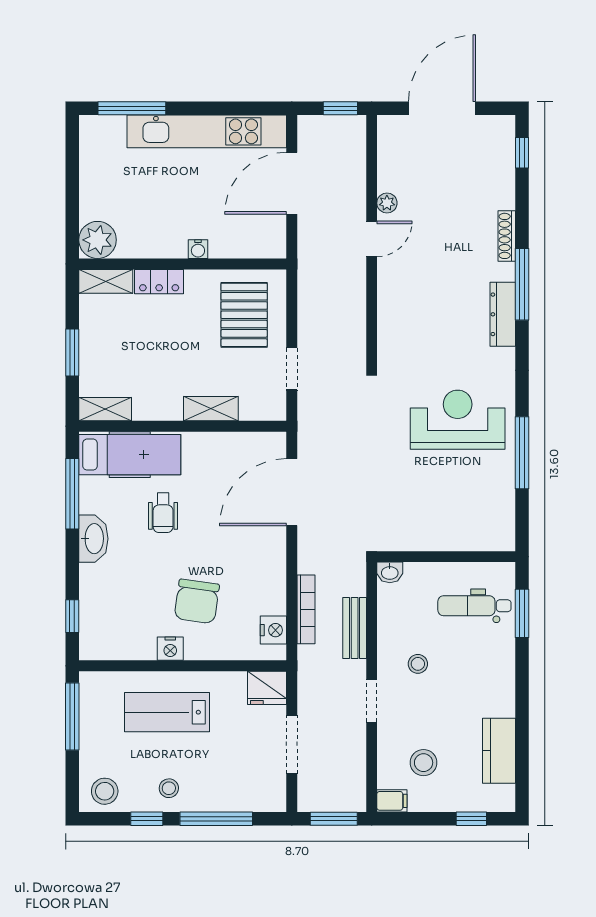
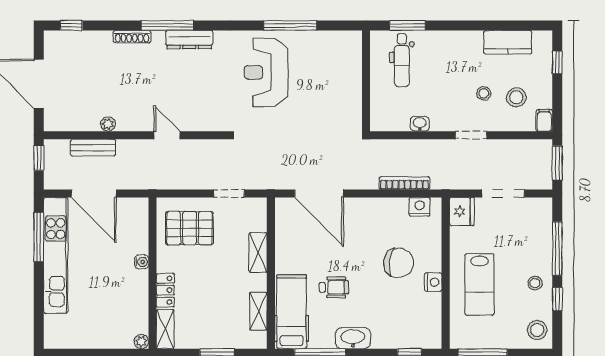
window: (132, 108) -> (39, 237), moved
door: (372, 239) -> (167, 135), moved
plant: (98, 240) -> (141, 342), width x0.53, depth x0.53
shelving: (105, 409) -> (258, 311), moved
washbasin: (390, 572) -> (420, 124), moved, turned -90
bench: (355, 628) -> (93, 148), moved
stool: (418, 664) -> (484, 93), moved

